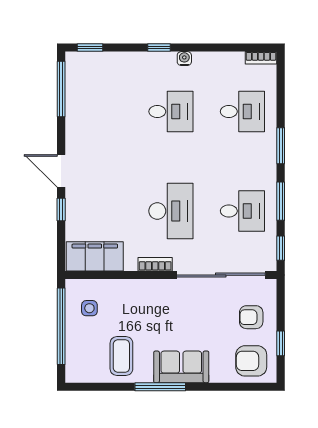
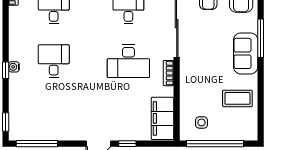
water cooler: (184, 59) -> (14, 67), moved
desk: (171, 211) -> (128, 61), turned 180
window: (160, 387) -> (261, 38), moved

